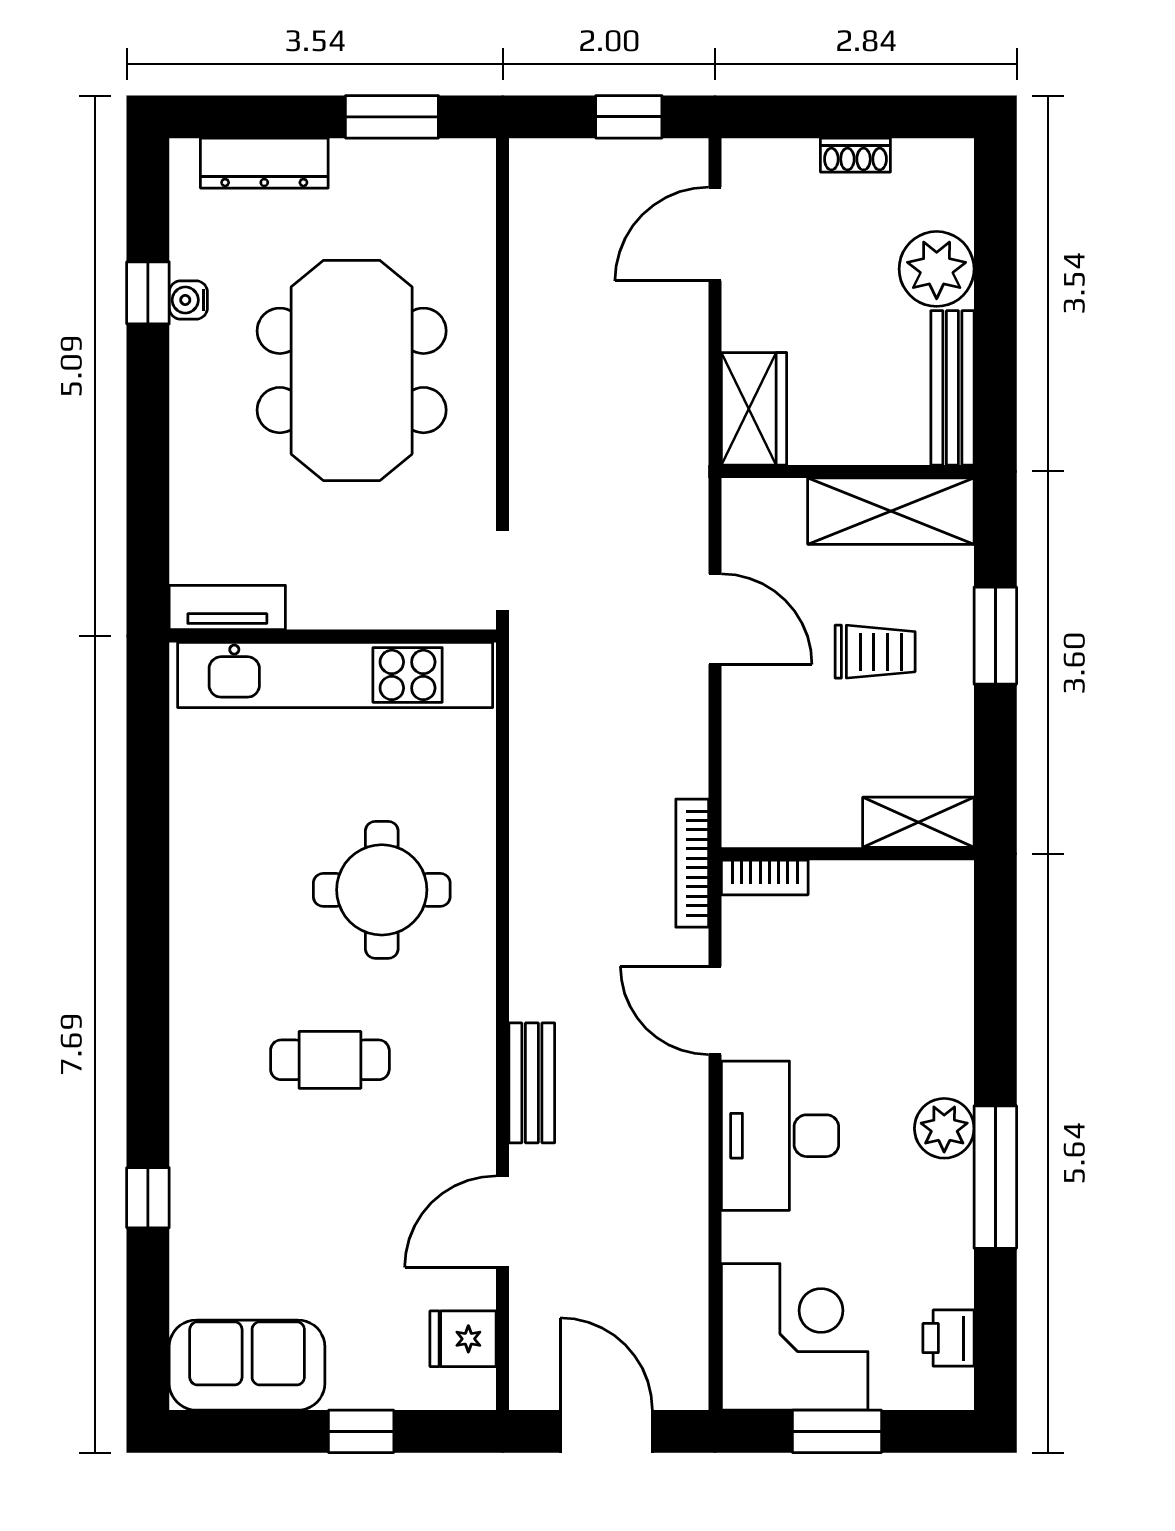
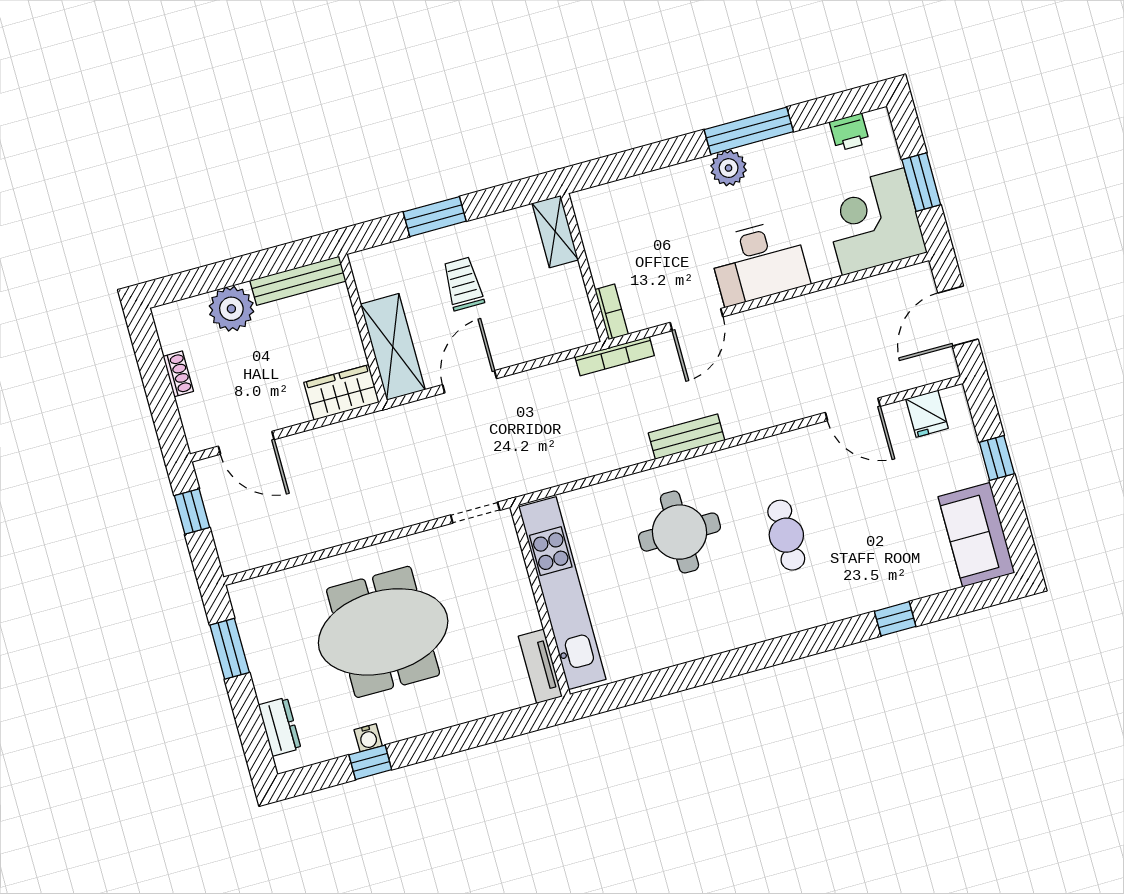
dresser: (264, 163) -> (280, 727), width x0.70
shelving: (891, 511) -> (393, 347), moved
bench: (532, 1083) -> (687, 437), moved

